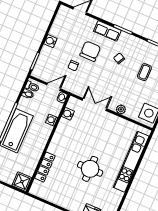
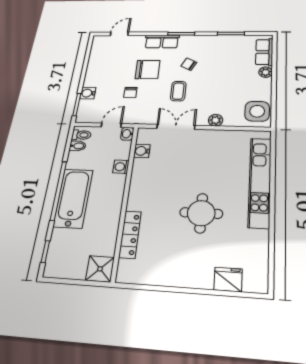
water cooler: (50, 41) -> (88, 93), moved
chair: (90, 51) -> (148, 69), turned 89
coffee table: (144, 72) -> (178, 91), moved

